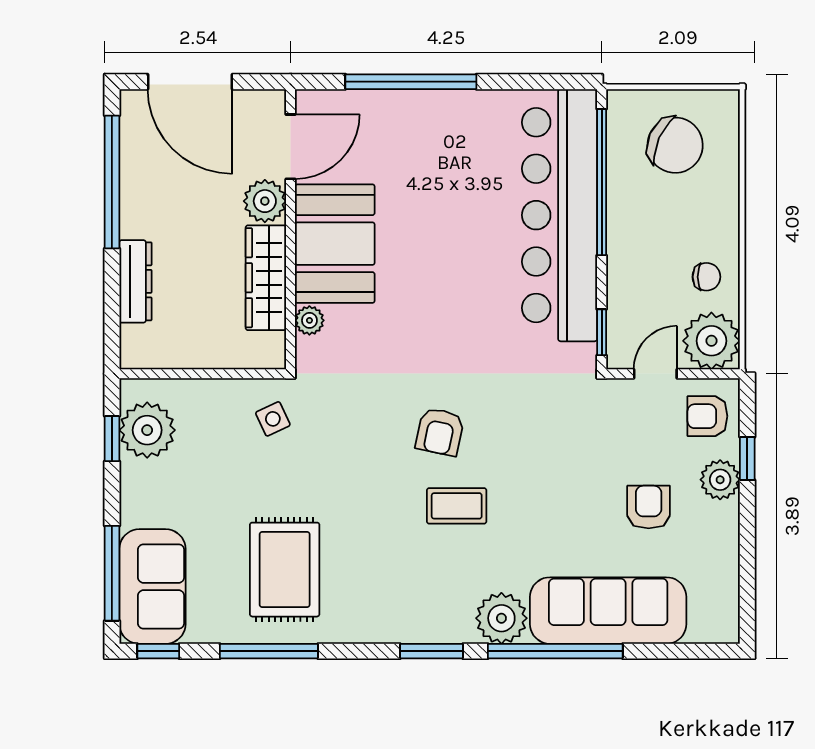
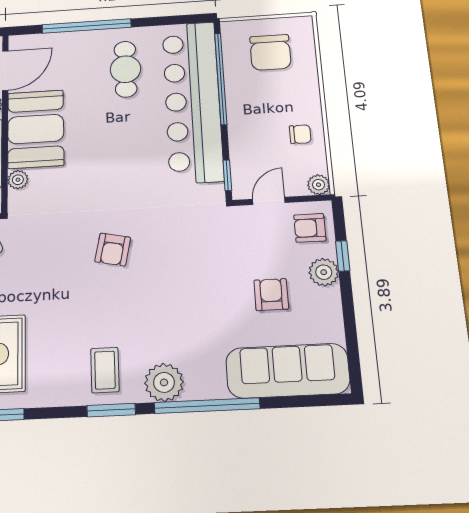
chair: (675, 145) -> (270, 52), turned 66
cafe table: (466, 157) -> (125, 69), added
plant: (711, 341) -> (319, 185), width x0.53, depth x0.53
coffee table: (457, 506) -> (105, 370), moved, turned 90
sofa: (608, 611) -> (288, 371), moved

